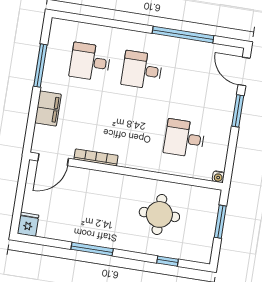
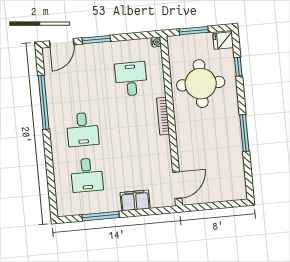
desk: (184, 138) -> (131, 79), turned 180
bookcase: (96, 157) -> (163, 116), moved
door: (53, 160) -> (177, 185), hinge flipped
round table: (159, 214) -> (201, 84), width x1.36, depth x1.36
fridge: (28, 224) -> (223, 41), moved

